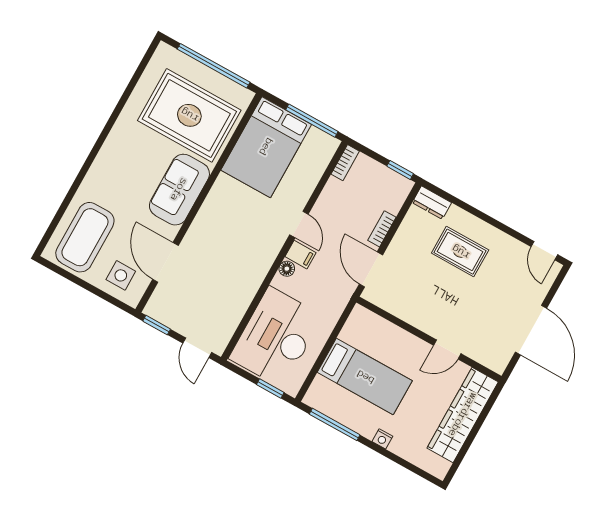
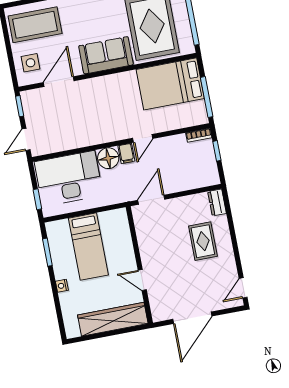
window: (400, 170) -> (217, 151), moved
bookcase: (382, 229) -> (179, 187), removed
floor lamp: (287, 269) -> (108, 158), width x1.89, depth x1.89
window: (335, 424) -> (47, 252), width x0.69

